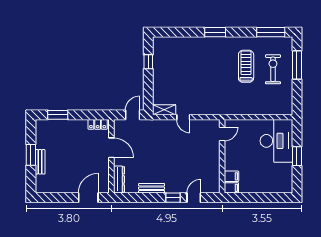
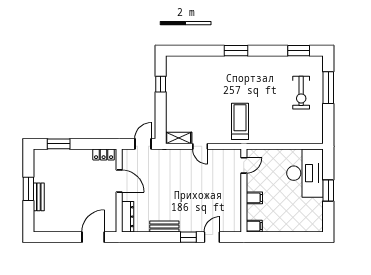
window: (271, 32) -> (299, 51), width x0.69
treadmill: (246, 66) -> (240, 121), moved
exercise bike: (273, 69) -> (301, 93), turned 180
filing cabinet: (231, 176) -> (254, 198), moved

